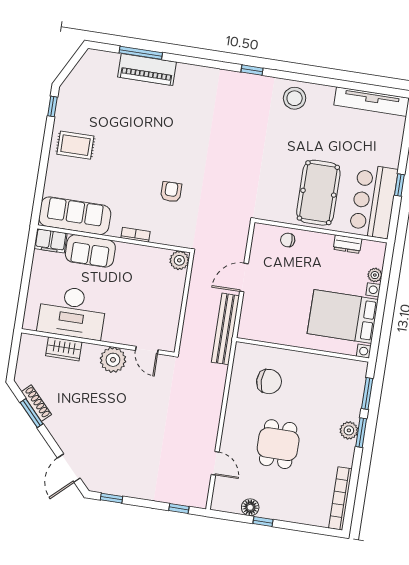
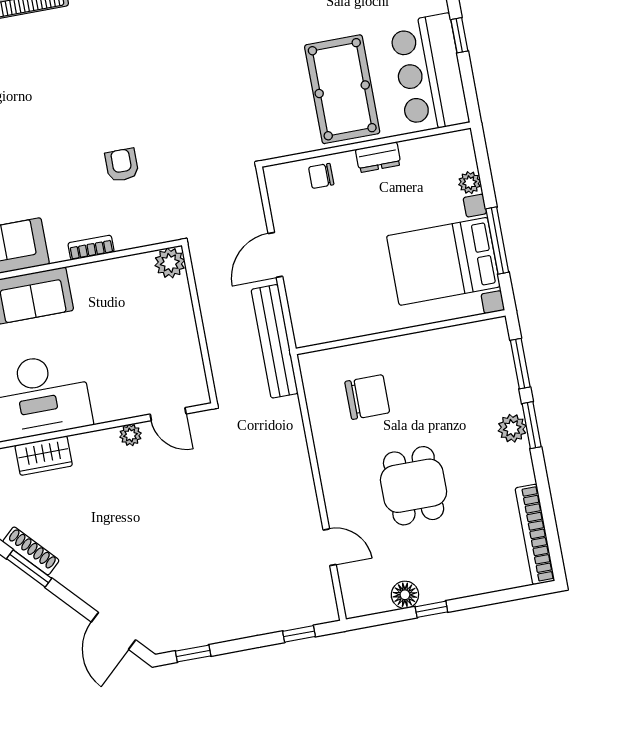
dresser: (347, 244) -> (378, 157), moved
window: (379, 315) -> (497, 241), added
plant: (113, 360) -> (131, 435), width x0.53, depth x0.53

